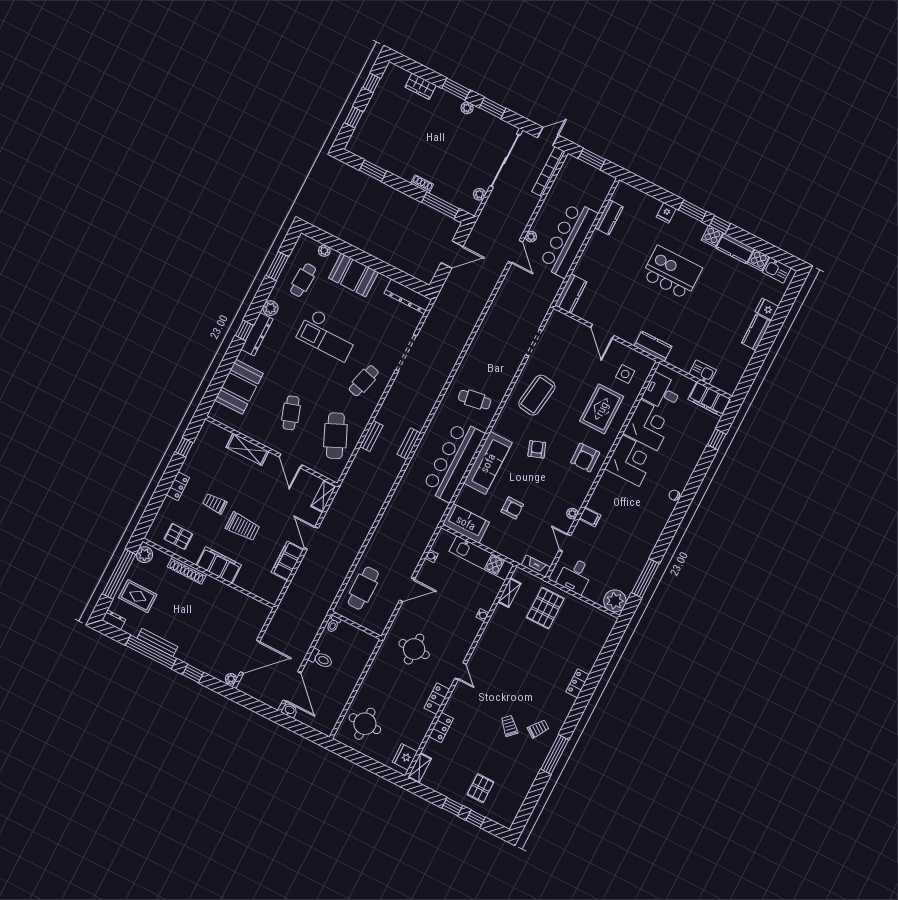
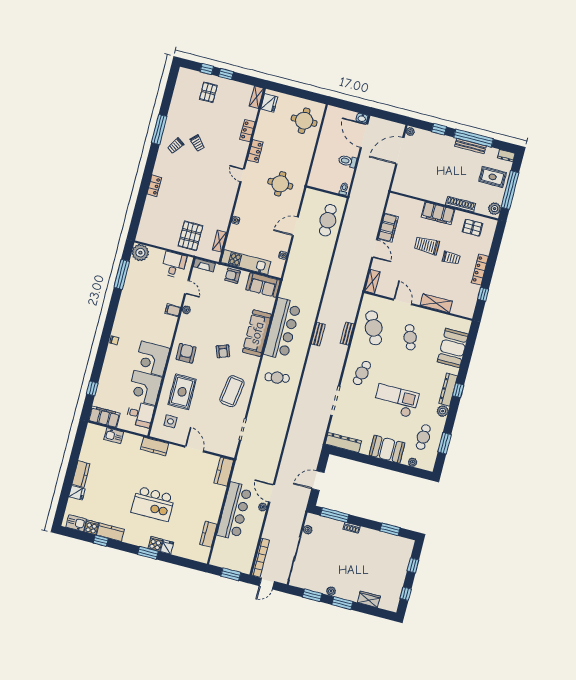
window: (720, 225) -> (101, 541), moved
cooker: (712, 236) -> (155, 544), moved
locker: (178, 486) -> (480, 270), width x1.53
armchair: (512, 508) -> (233, 276), moved

